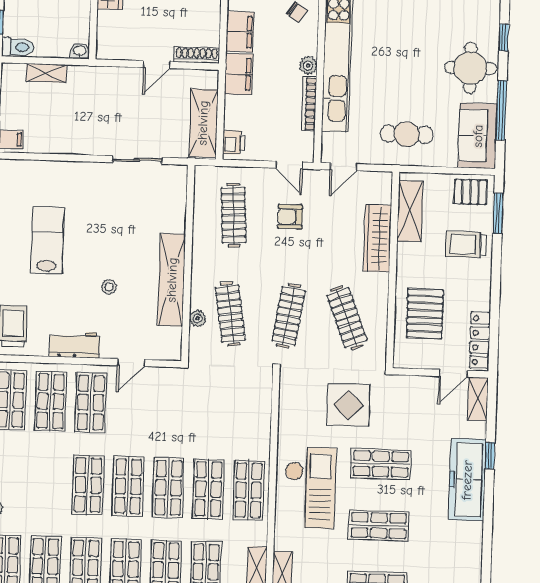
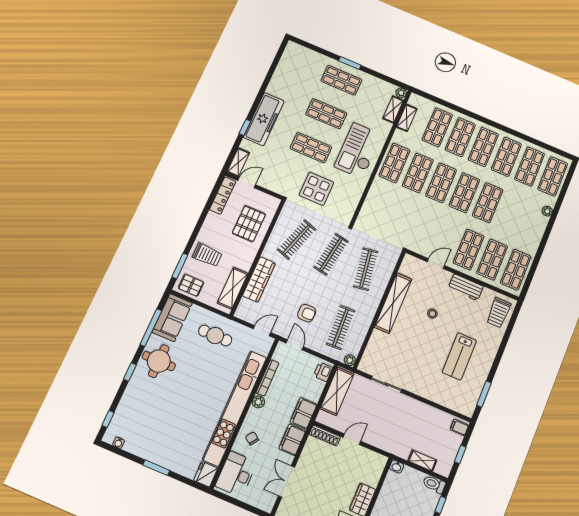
plant: (198, 318) -> (350, 360), moved
clothes rail: (347, 318) -> (297, 240), turned 39

